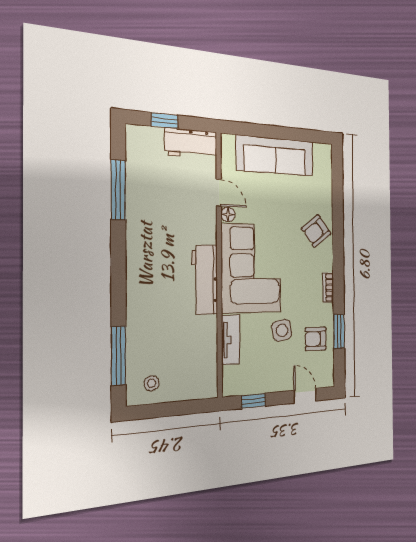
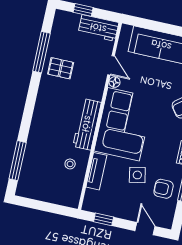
pallet: (151, 209) -> (61, 68), added
stool: (152, 383) -> (70, 164), moved

